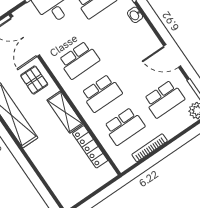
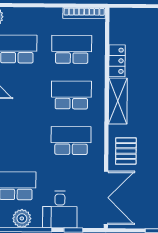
locker: (90, 147) -> (117, 61), width x0.66
bookcase: (150, 148) -> (84, 13), moved

